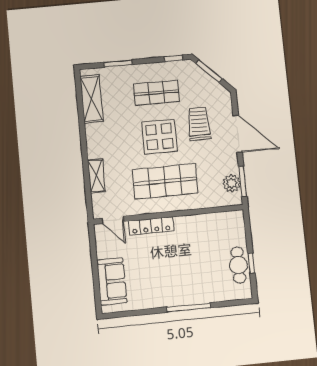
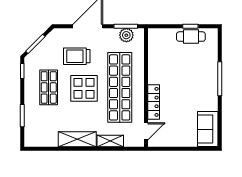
shelving: (91, 99) -> (77, 139), moved
shop shelf: (165, 181) -> (120, 87), width x1.40
sofa: (112, 281) -> (208, 129), moved, turned -90

